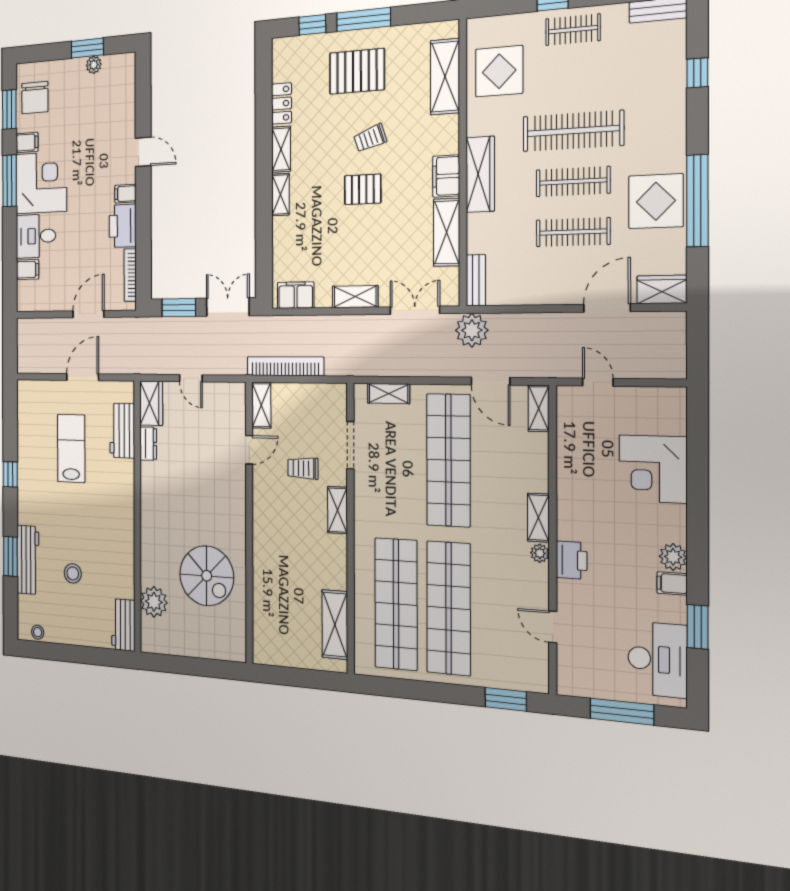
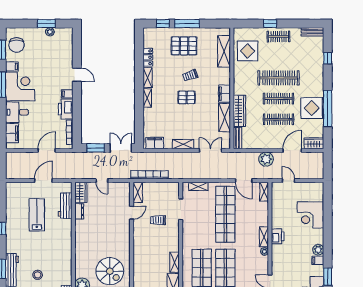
wardrobe: (480, 174) -> (239, 111), moved
filing cabinet: (28, 270) -> (12, 133), width x2.00
plant: (472, 330) -> (266, 159), moved
shelving: (337, 510) -> (175, 262), moved
printer: (571, 560) -> (278, 236), moved

